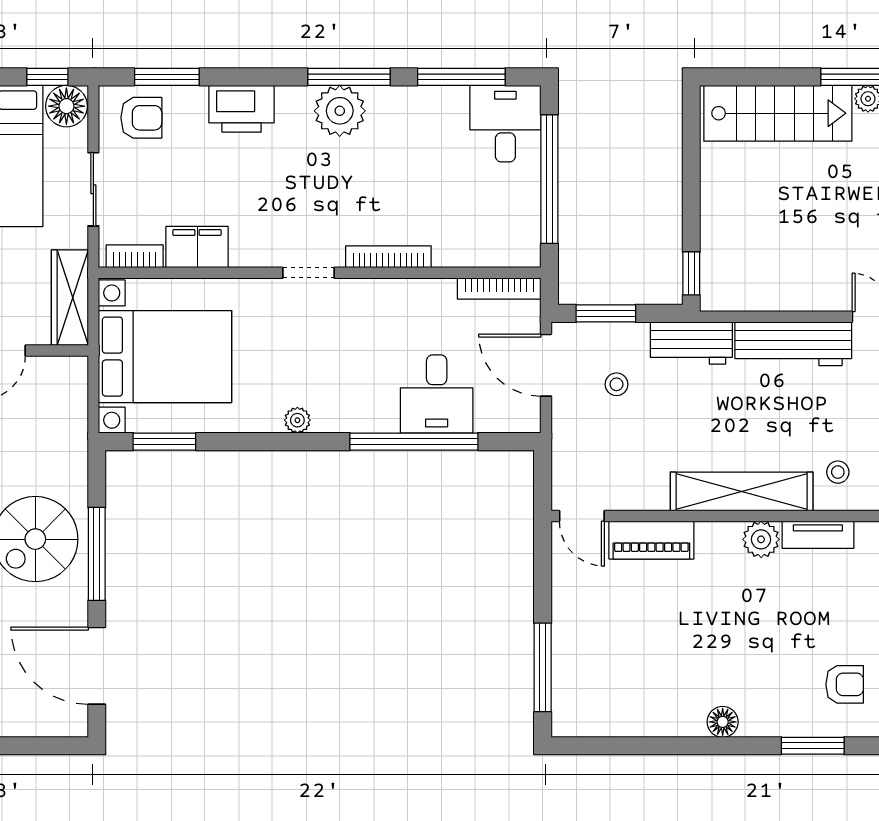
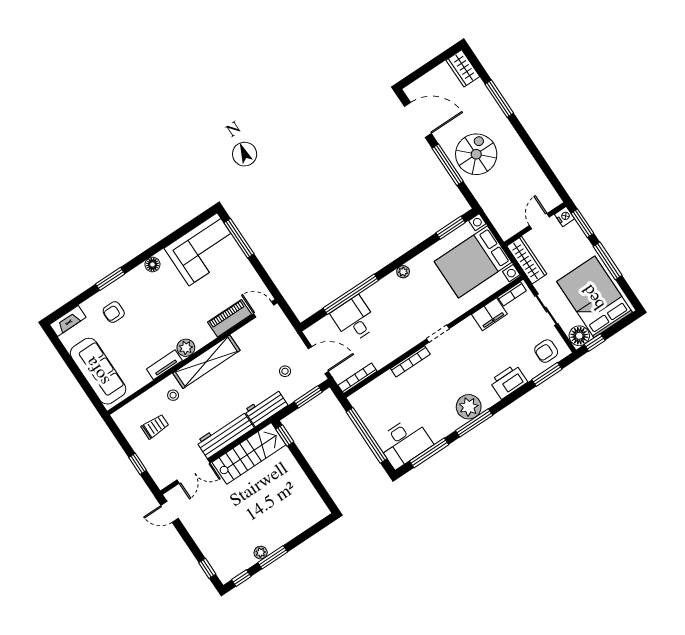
stairs: (778, 113) -> (249, 453), moved, turned 180
desk: (505, 124) -> (404, 442), width x1.37
corner sofa: (618, 690) -> (203, 249), added

